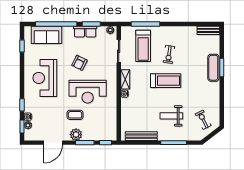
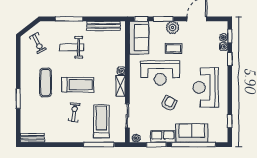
sofa: (46, 35) -> (192, 133), moved
exercise mat: (213, 68) -> (46, 82), moved
reception desk: (45, 78) -> (206, 87), turned 180
treadmill: (166, 81) -> (78, 85), turned 180
reception desk: (88, 92) -> (160, 73), turned 180
weight bench: (171, 116) -> (72, 47), turned 180
sofa: (108, 125) -> (139, 38), added

